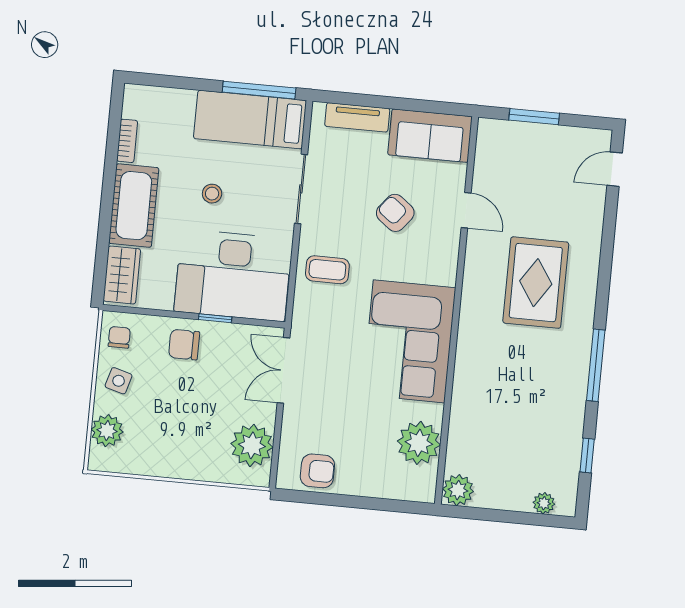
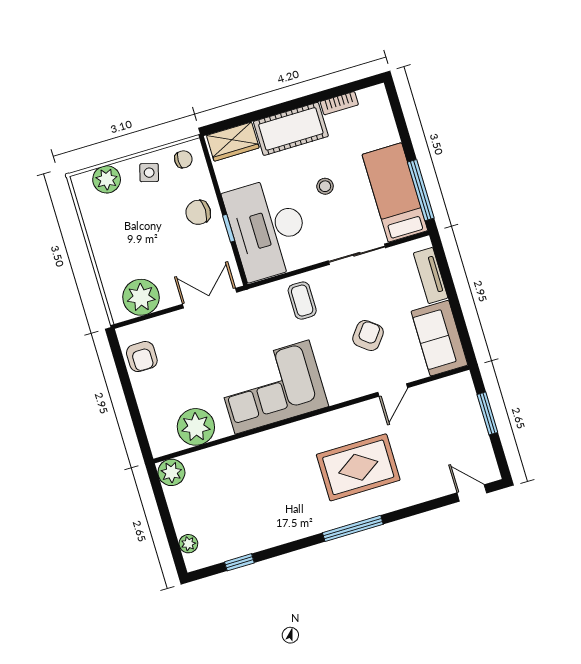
chair: (184, 345) -> (198, 212), turned -90
window: (596, 365) -> (353, 528), moved

